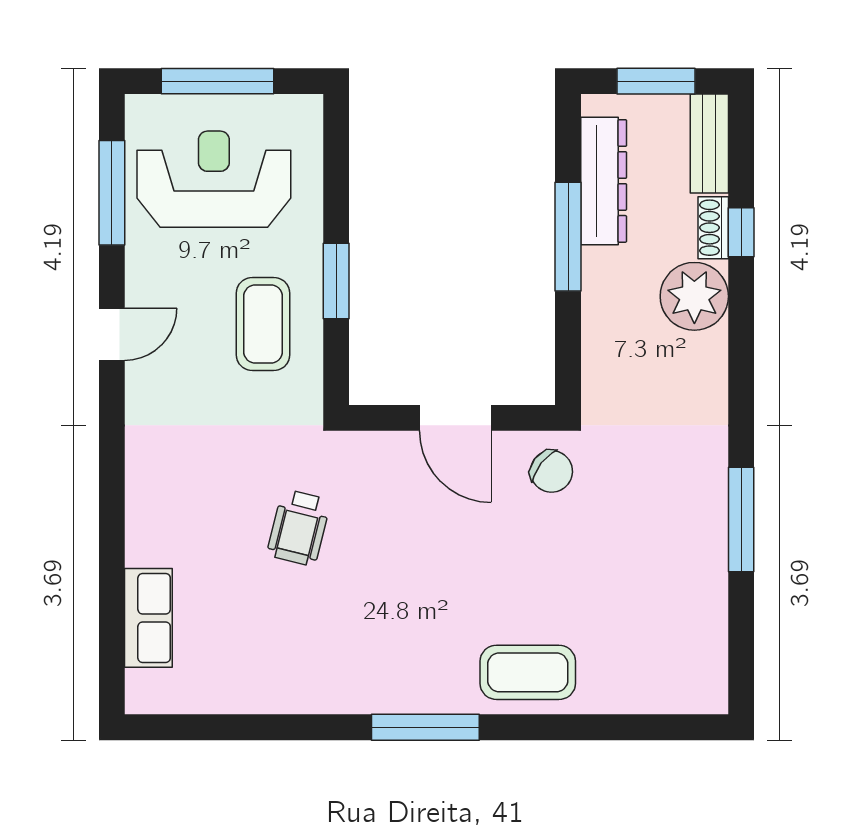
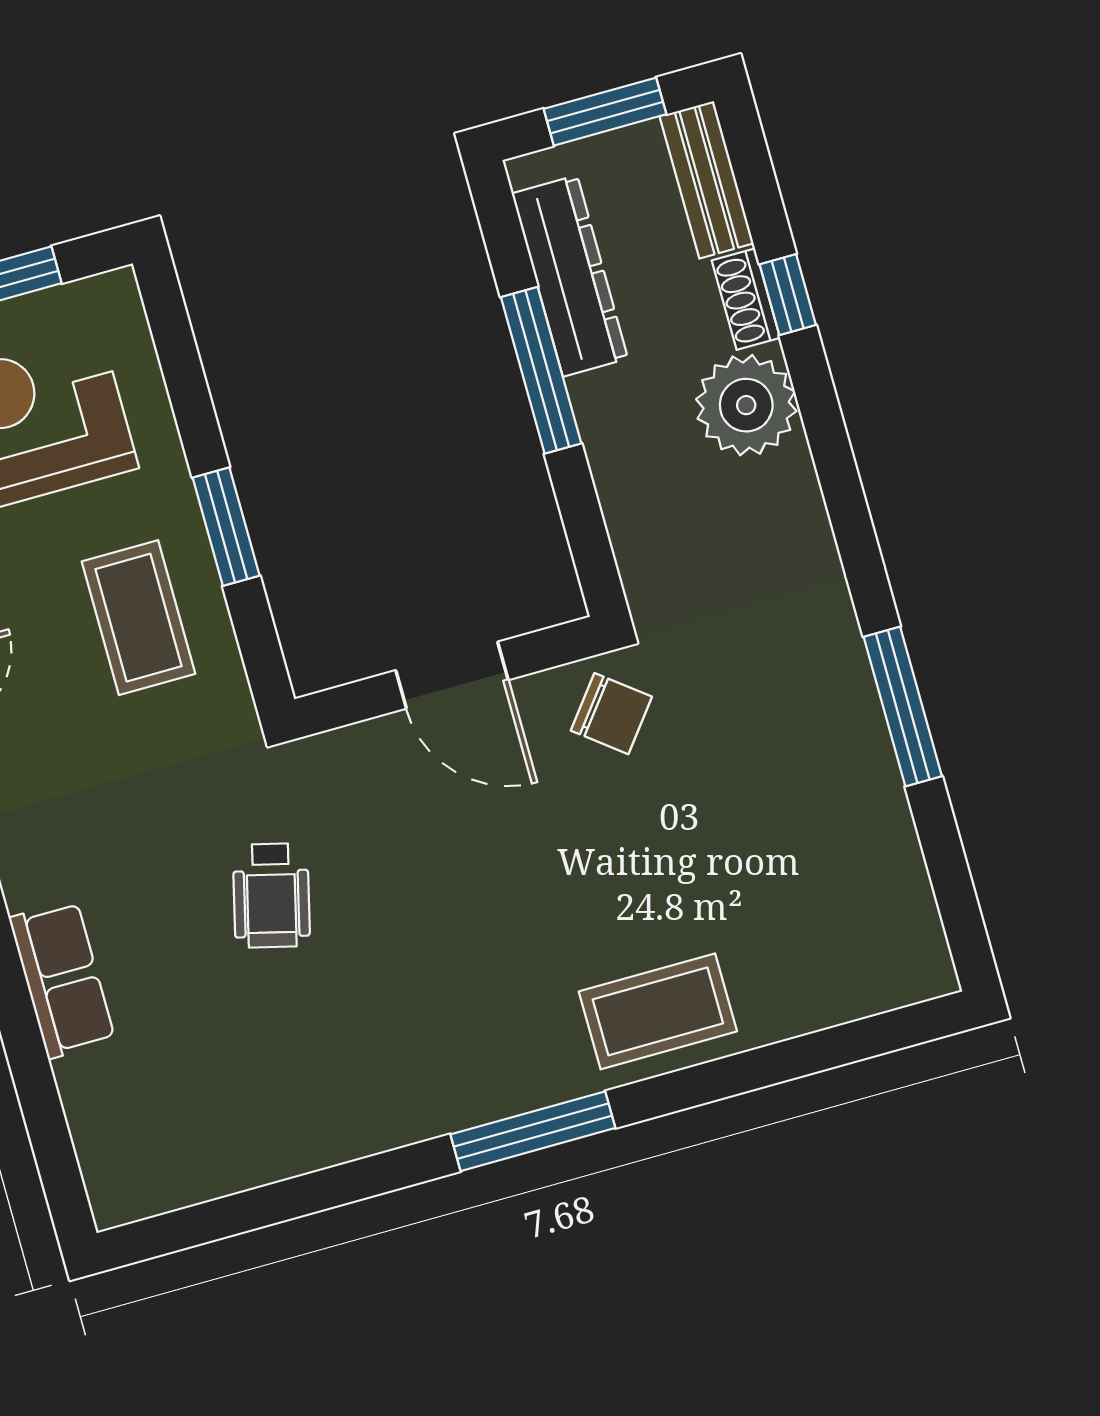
row of seats: (148, 618) -> (62, 979), moved

